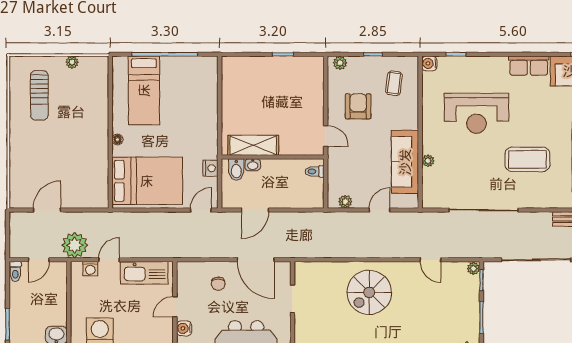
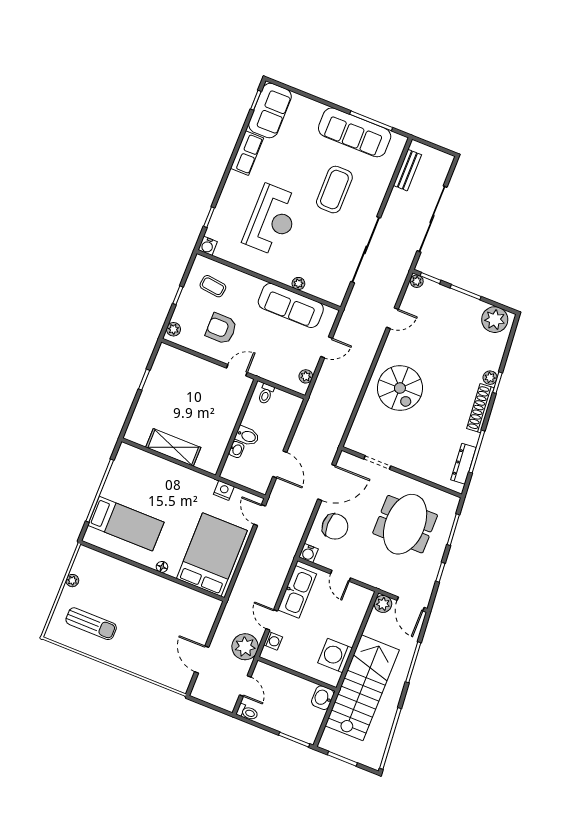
shelving: (253, 145) -> (173, 447), moved, turned 90
bidet: (236, 170) -> (247, 436), moved
door: (380, 210) -> (327, 347), swing flipped
chair: (218, 284) -> (335, 527), width x1.87, depth x1.87
water cooler: (184, 328) -> (308, 553), moved

